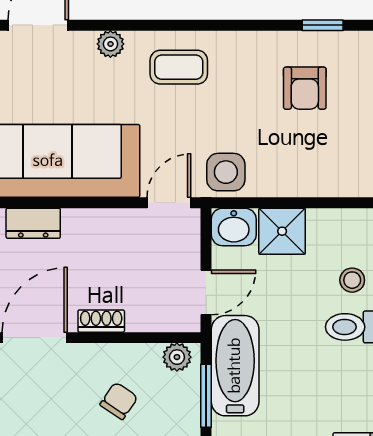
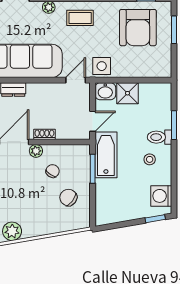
armchair: (305, 88) -> (138, 28), width x1.88, depth x1.88
stool: (352, 280) -> (150, 159), moved
plant: (177, 357) -> (36, 151), moved

